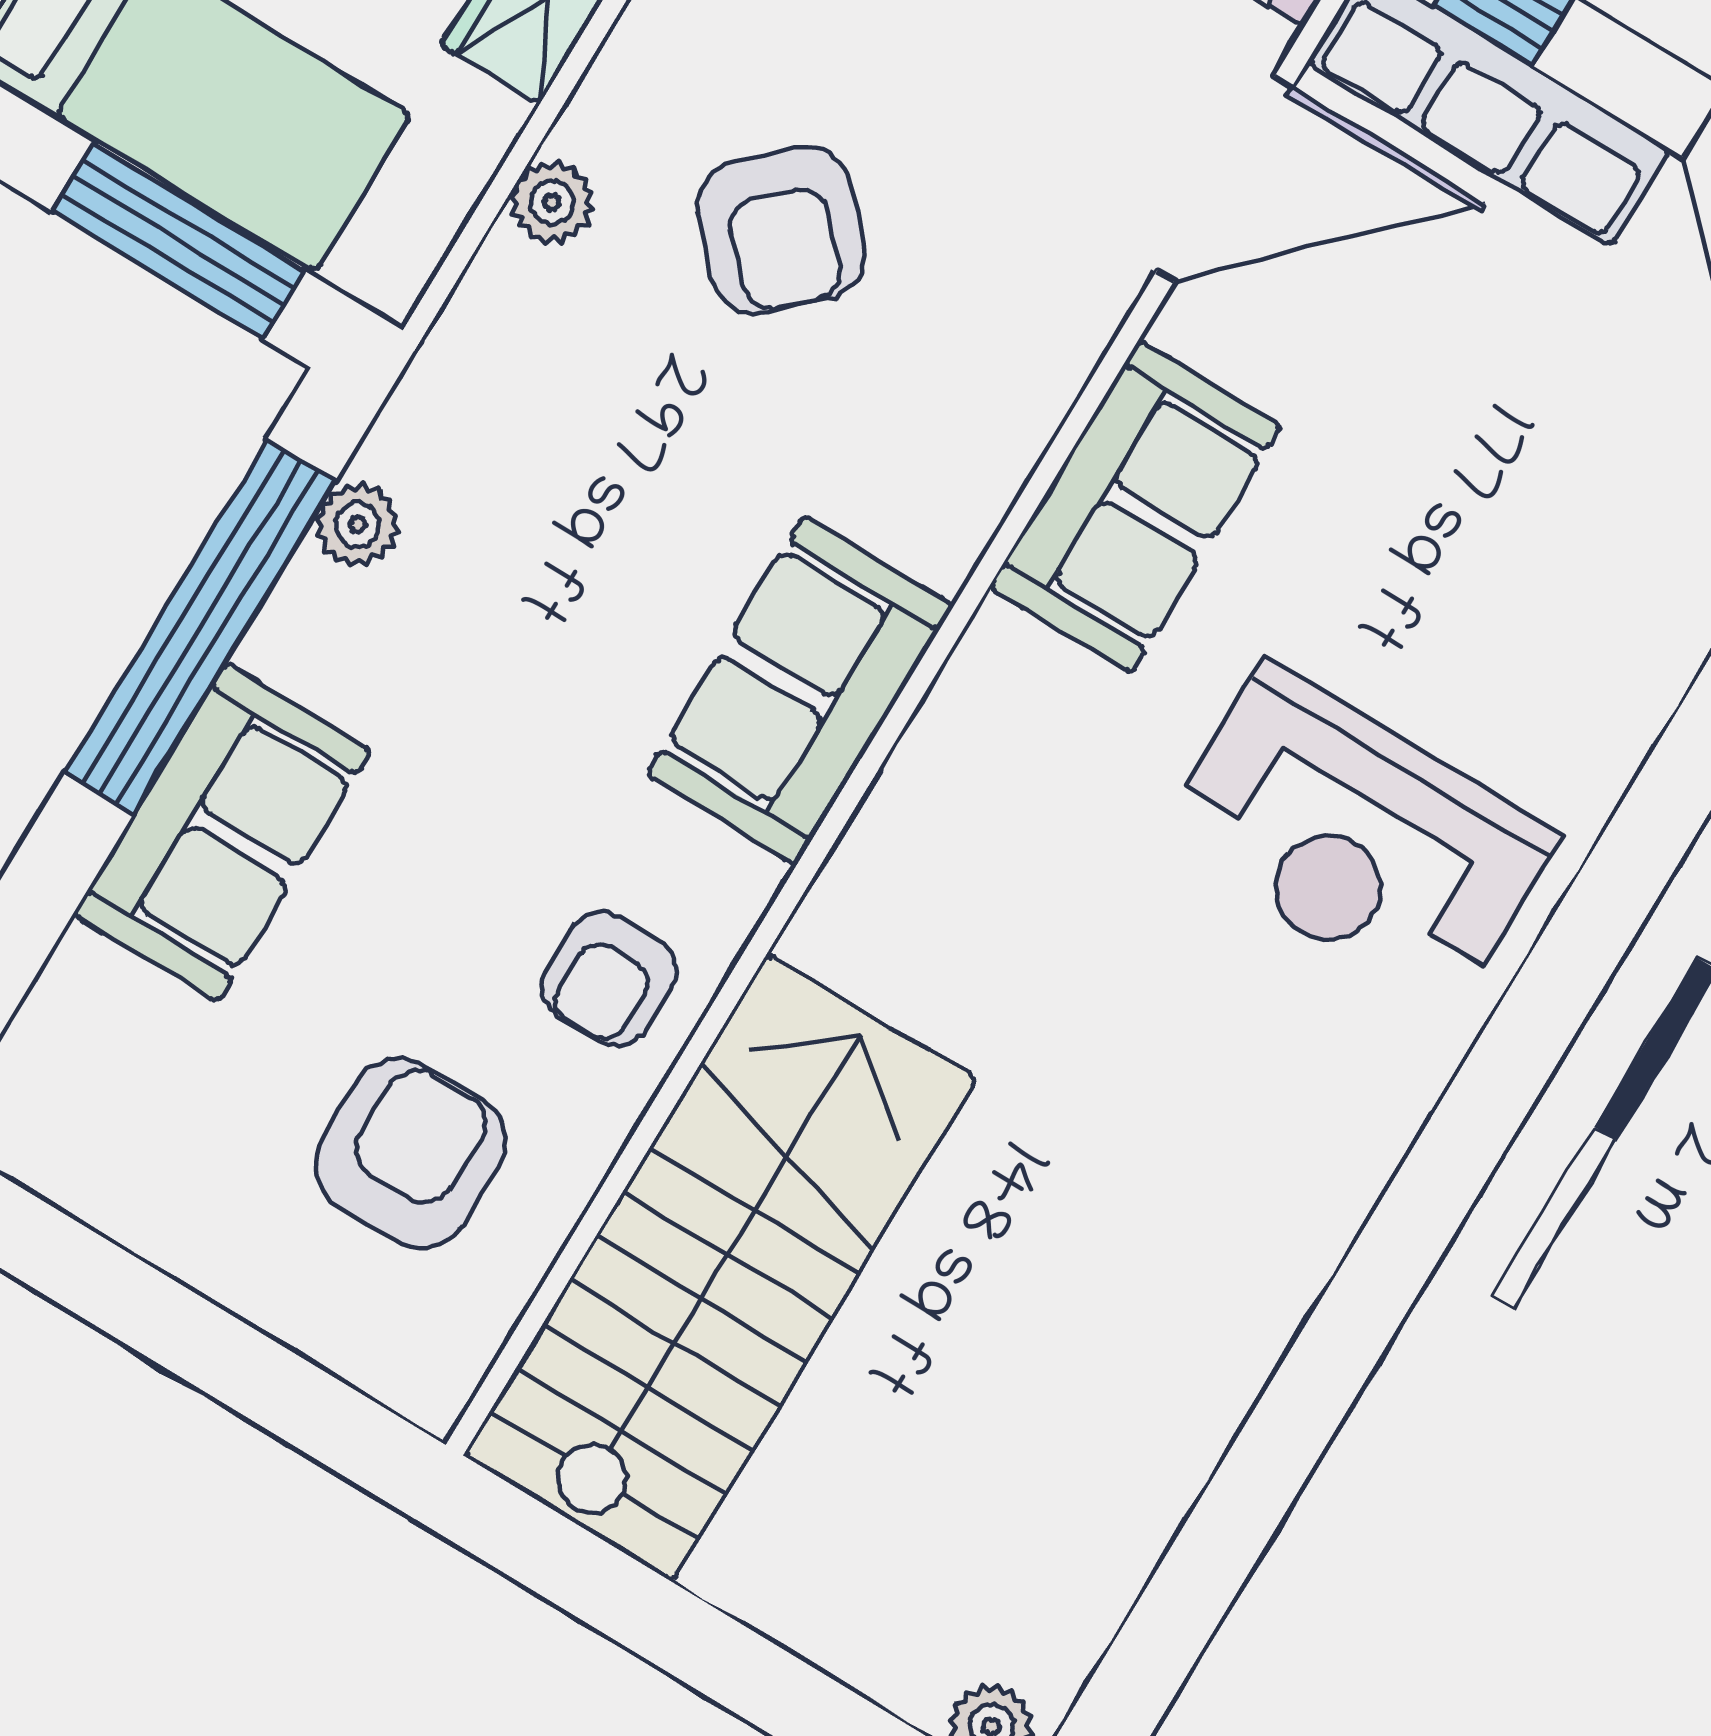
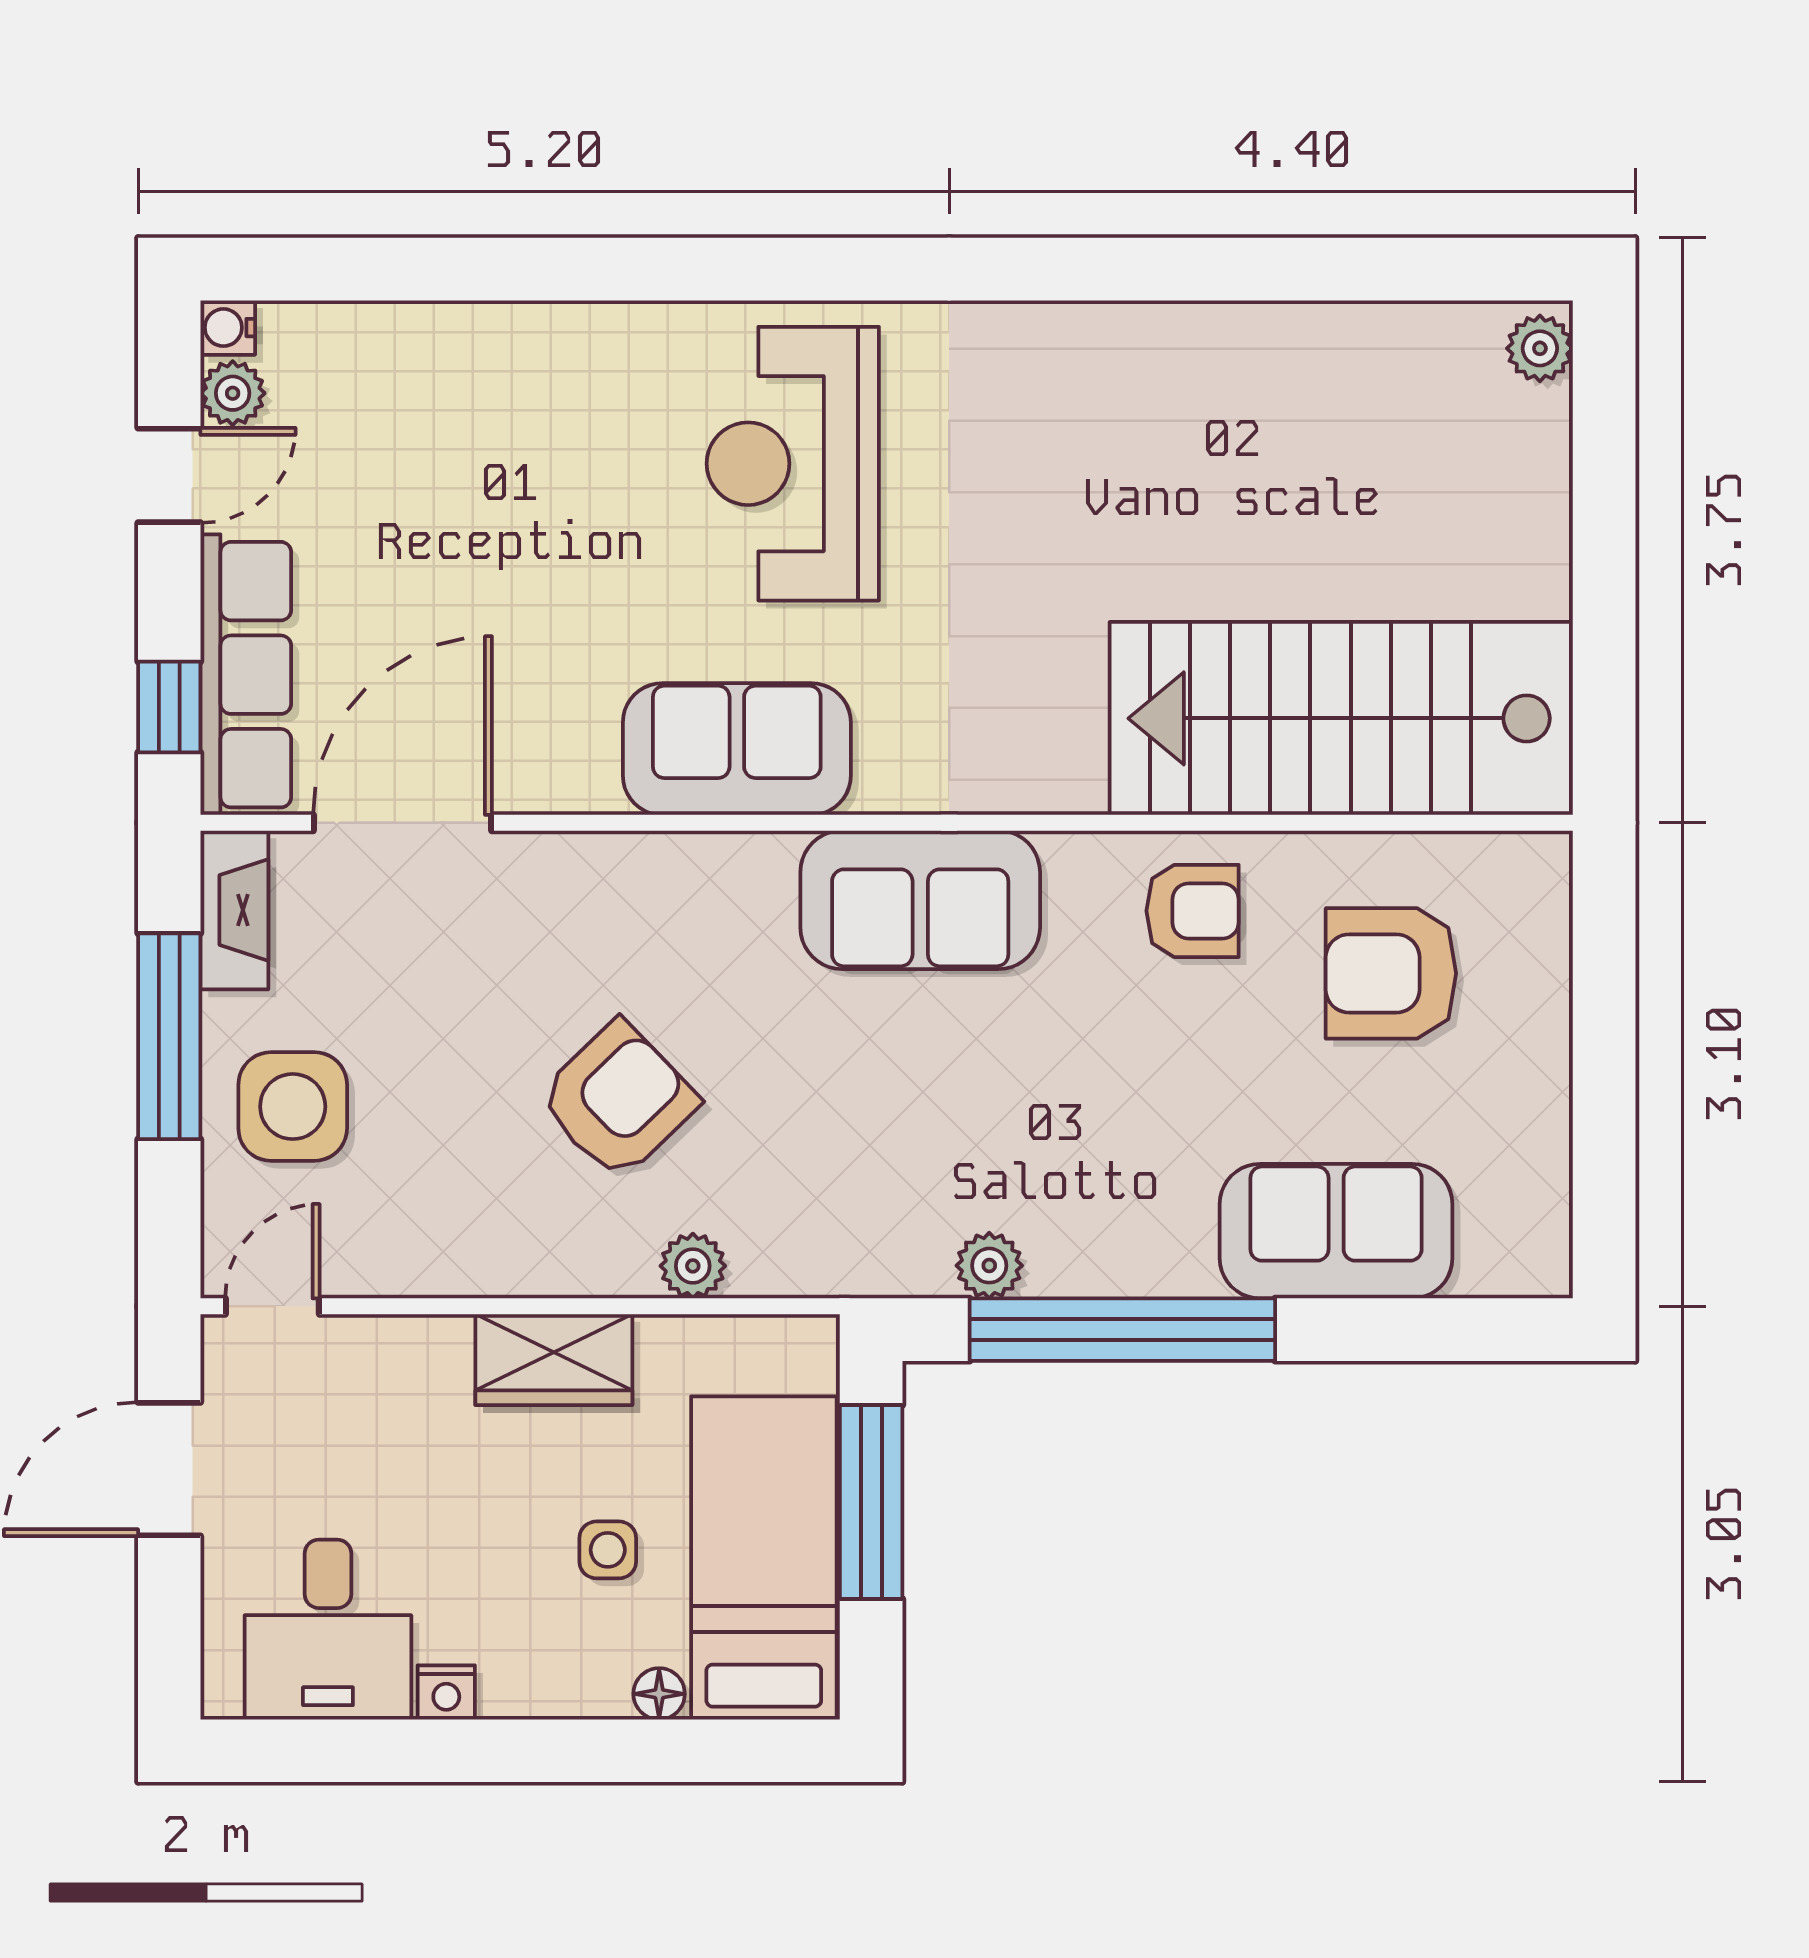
door: (1224, 179) -> (403, 823), hinge flipped
sofa: (1135, 507) -> (737, 749), moved
sofa: (222, 832) -> (1336, 1231), moved
reception desk: (1358, 839) -> (793, 464), turned 180

